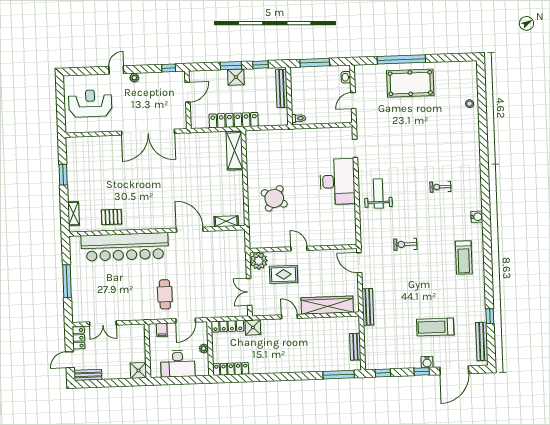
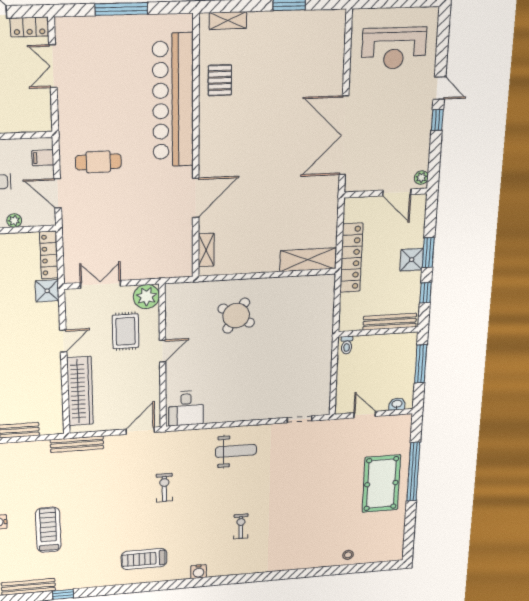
window: (169, 68) -> (437, 120), moved
plant: (134, 78) -> (421, 178), moved
reception desk: (90, 103) -> (394, 48), turned 90
desk: (337, 181) -> (186, 408), moved, width x0.53, depth x0.77

